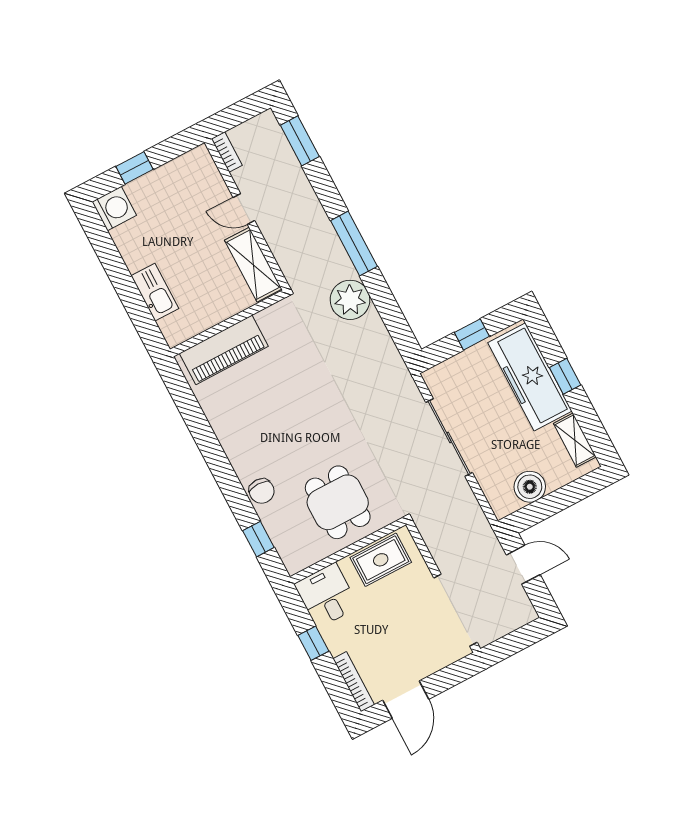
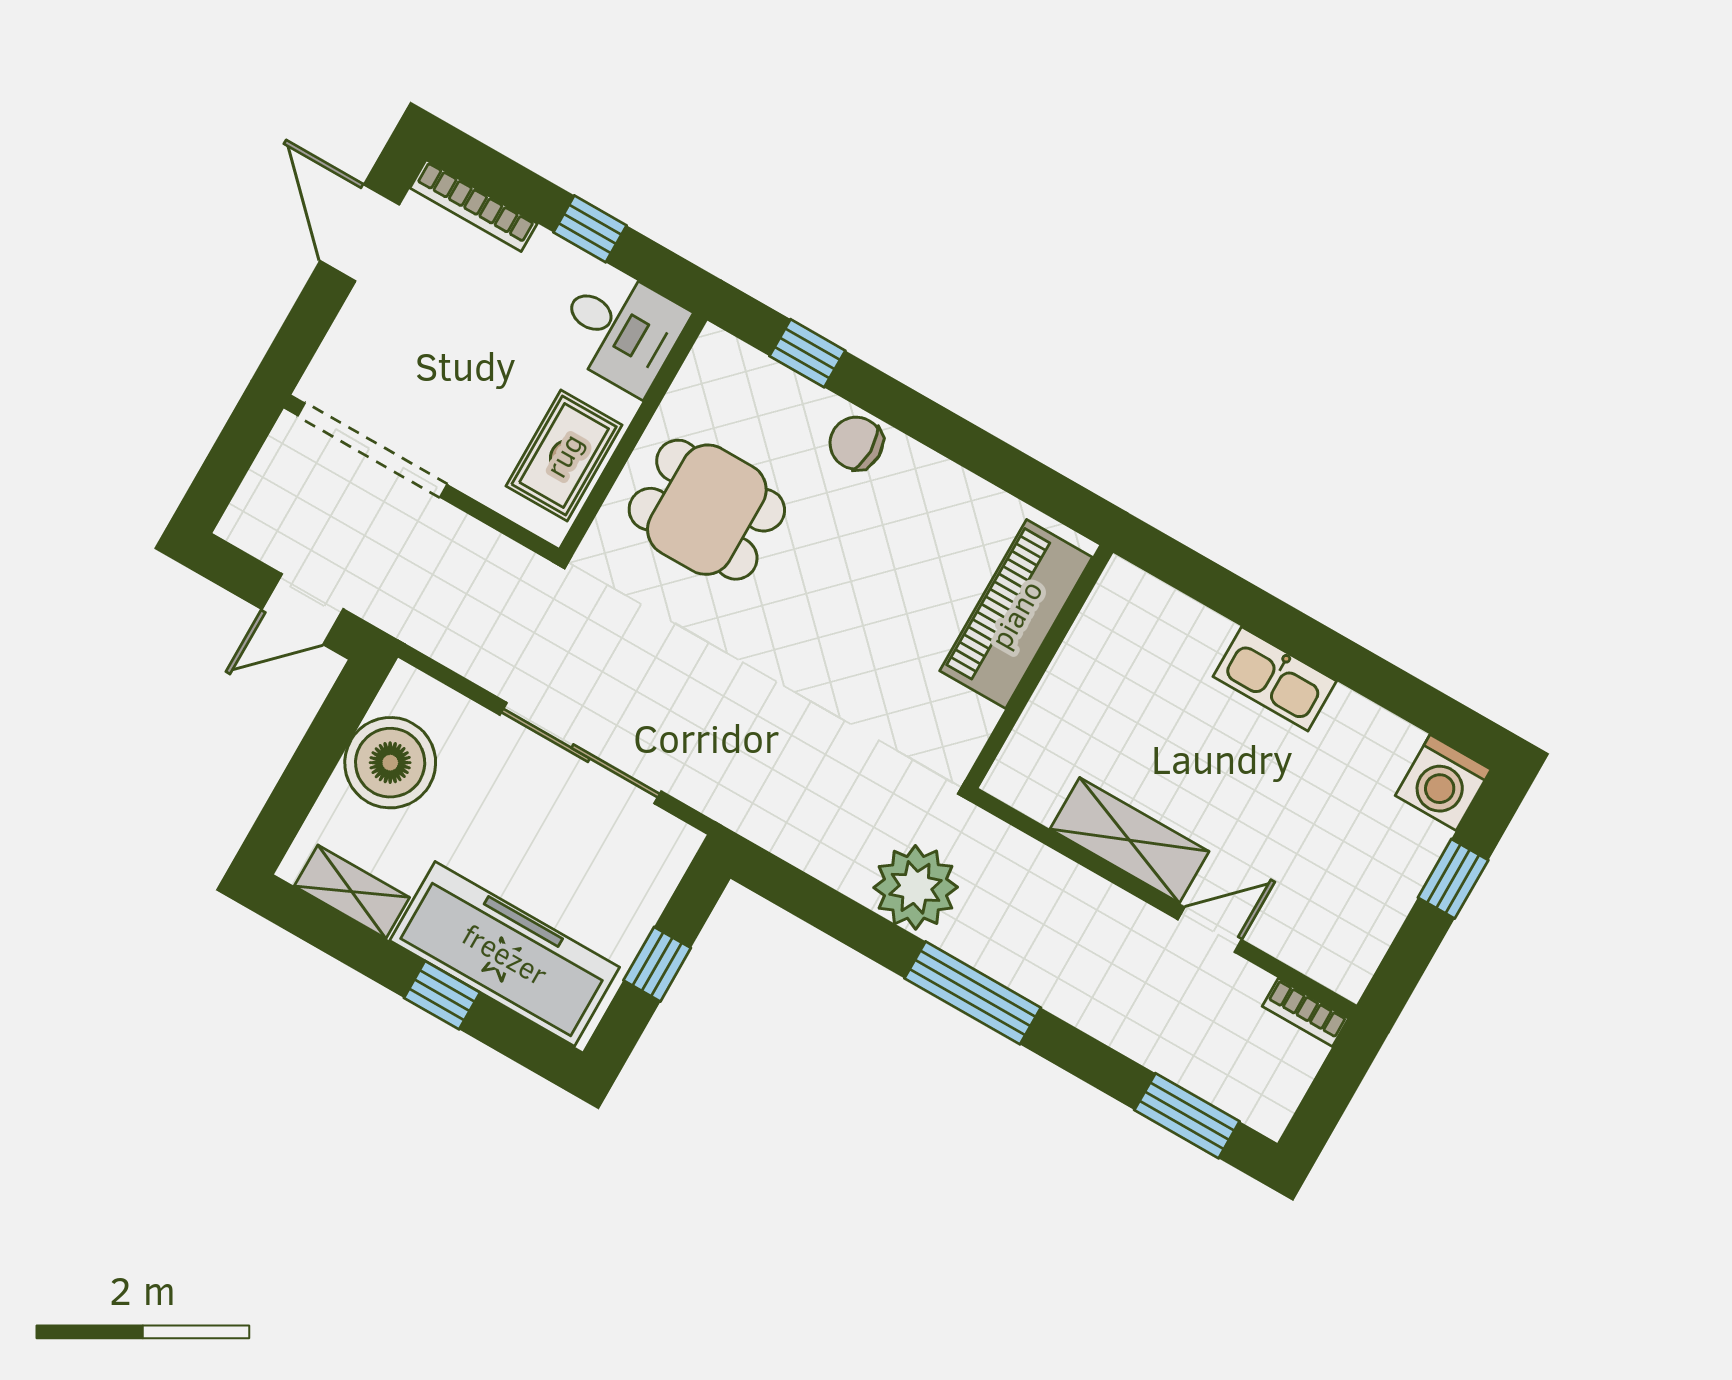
wall: (228, 323) -> (1039, 667), moved
piano: (224, 350) -> (1016, 614), moved
boiler: (530, 487) -> (390, 763), width x1.37, depth x1.37

